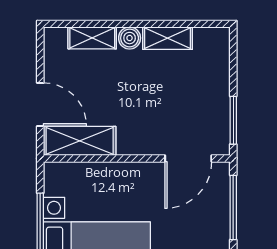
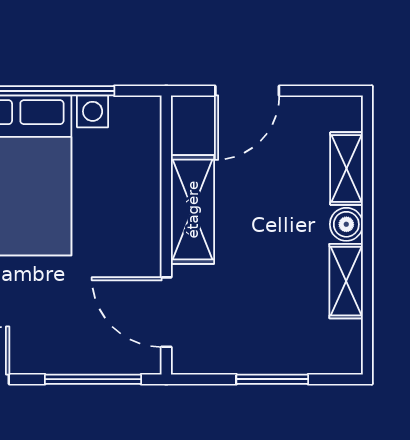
window: (233, 120) -> (272, 379), moved
shelving: (80, 141) -> (193, 210), moved

